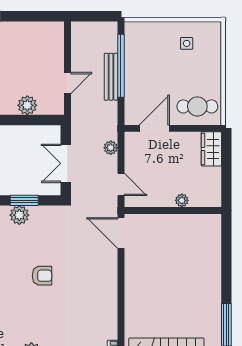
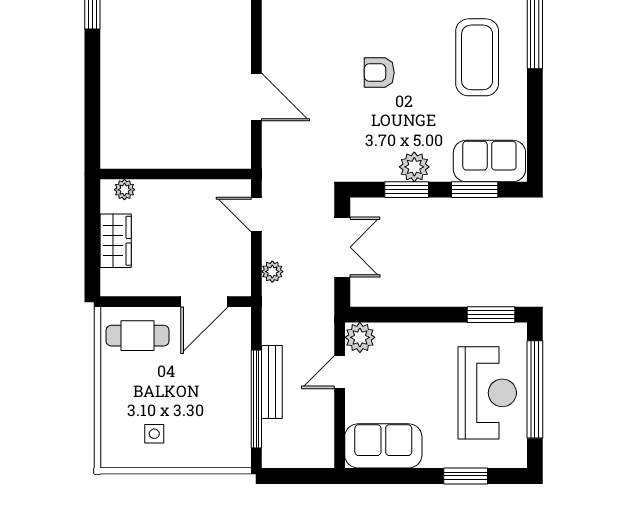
sofa: (39, 36) -> (383, 446), added
plant: (27, 105) -> (360, 337), moved
wardrobe: (211, 149) -> (116, 241), moved
plant: (182, 200) -> (124, 190), moved
door: (121, 233) -> (256, 97), moved

